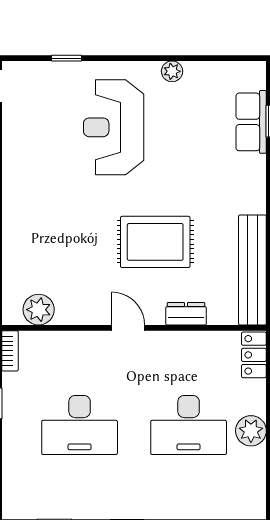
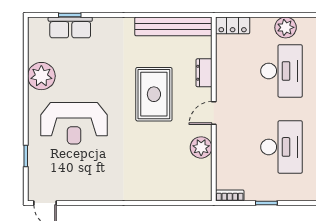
plant: (172, 71) -> (41, 76), width x1.87, depth x1.87
plant: (39, 310) -> (201, 147), moved

